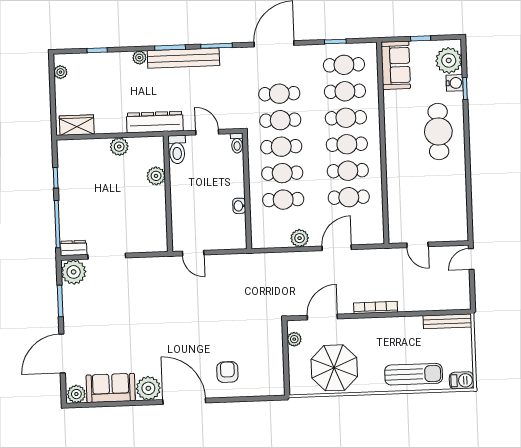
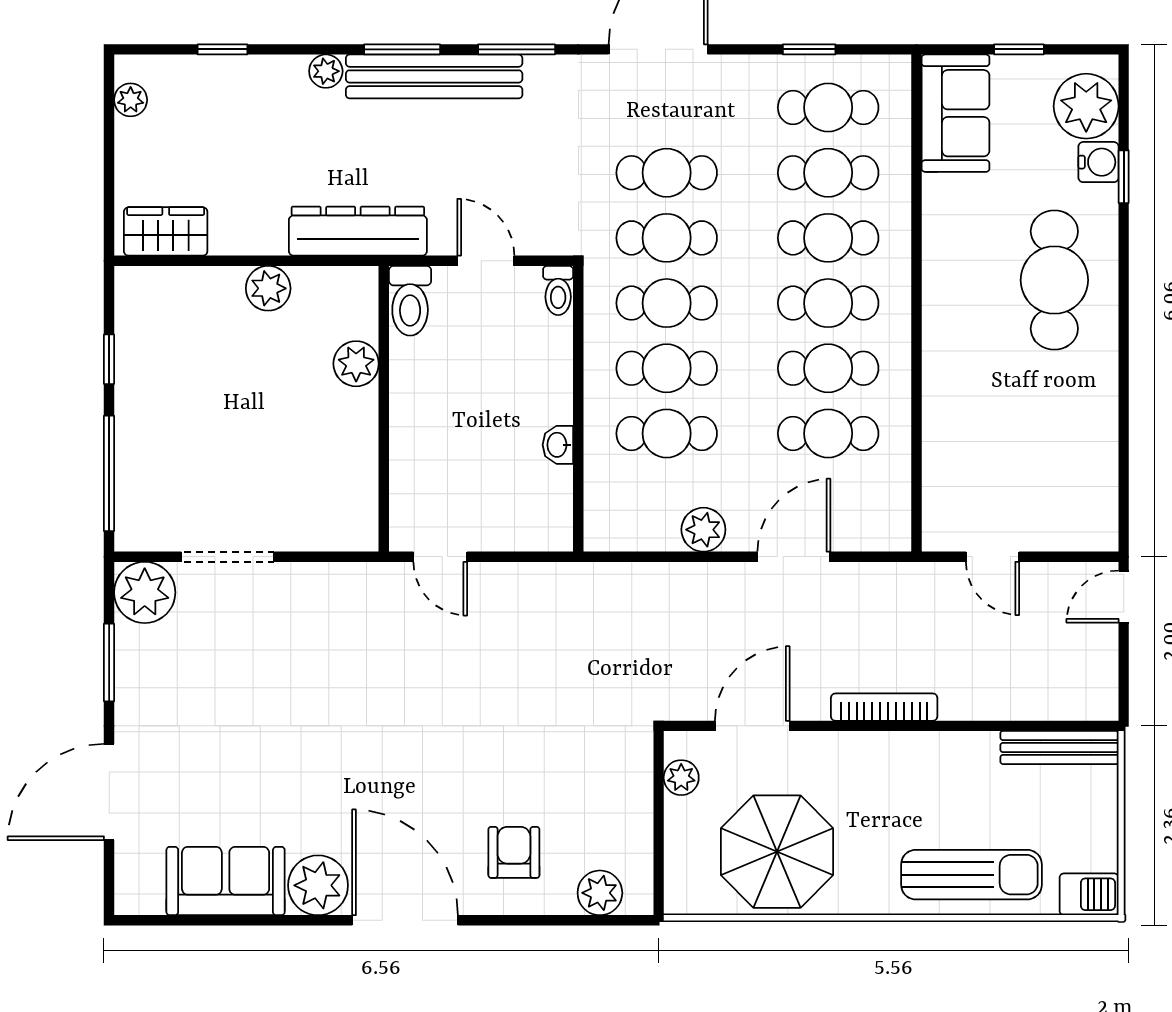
dresser: (73, 248) -> (146, 533), removed
plant: (76, 394) -> (600, 893), moved

